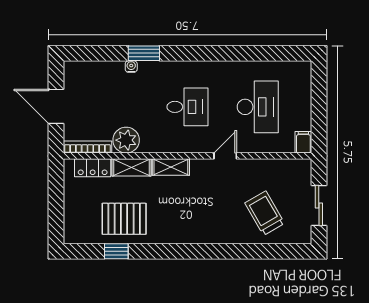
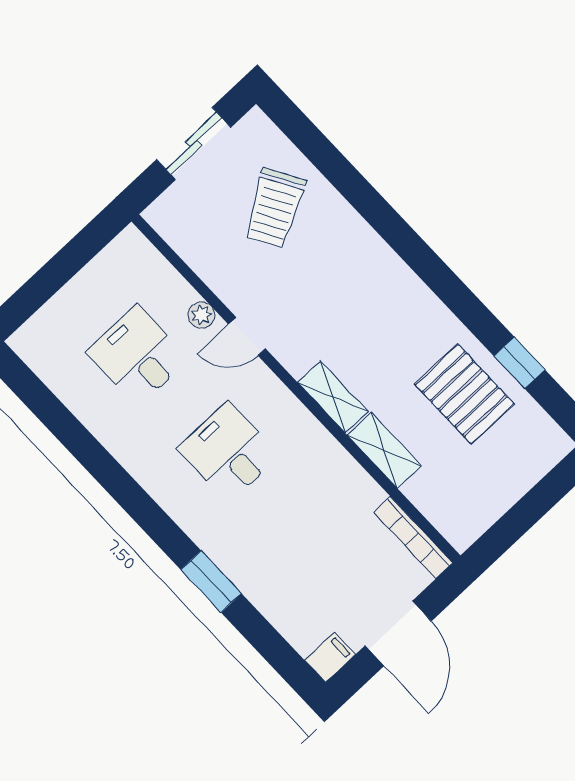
water cooler: (131, 67) -> (246, 582), removed
desk: (258, 107) -> (137, 355), width x0.73
plant: (126, 140) -> (201, 315), moved, width x0.53, depth x0.53
filing cabinet: (303, 142) -> (330, 657), moved, turned 180
locker: (93, 168) -> (435, 504), removed

